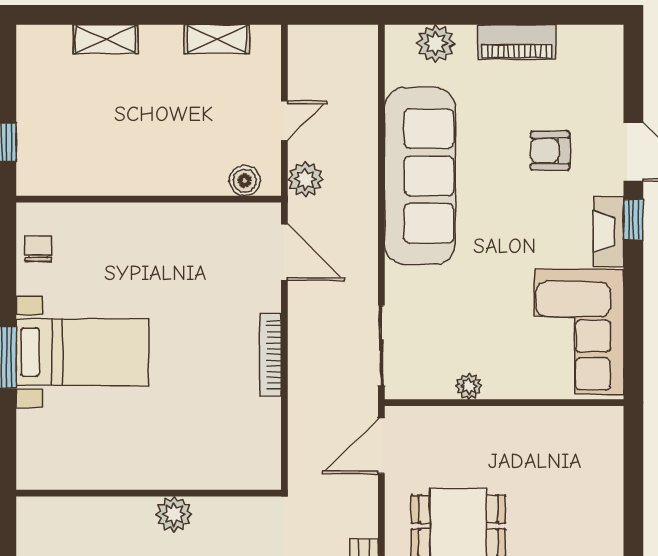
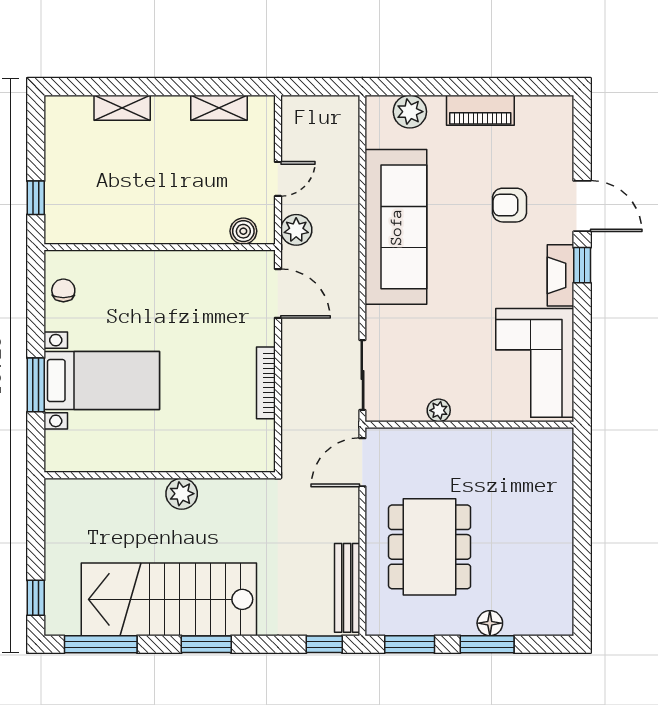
wall: (149, 493) -> (160, 475), moved
plant: (174, 514) -> (182, 494), moved

